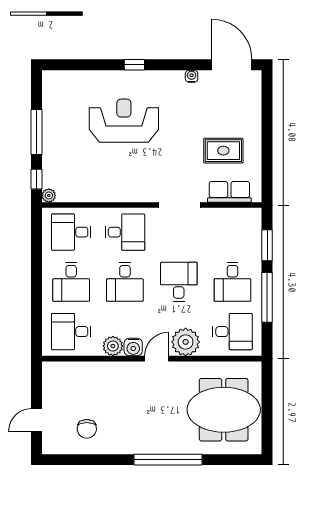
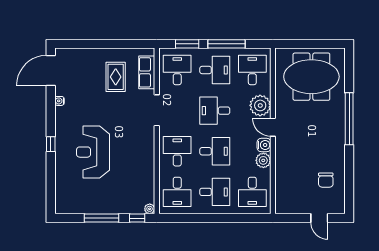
desk: (233, 232) -> (177, 70), added
meeting table: (224, 410) -> (311, 77), turned 90
chair: (87, 429) -> (326, 180), turned 90

